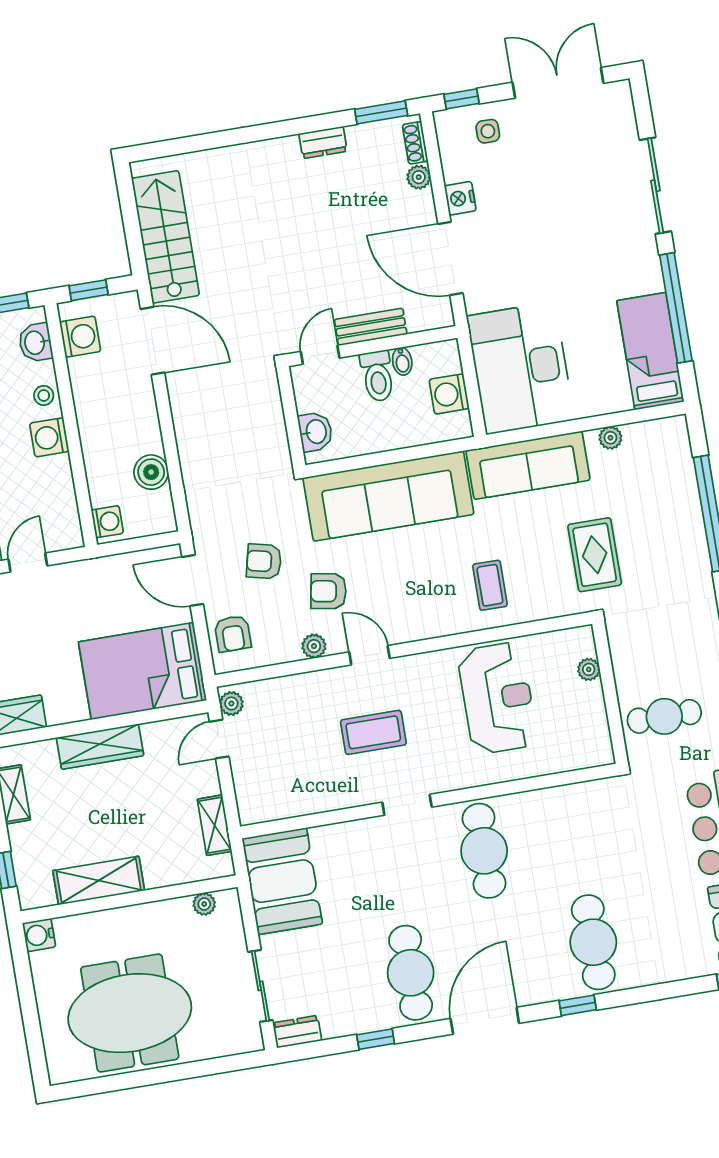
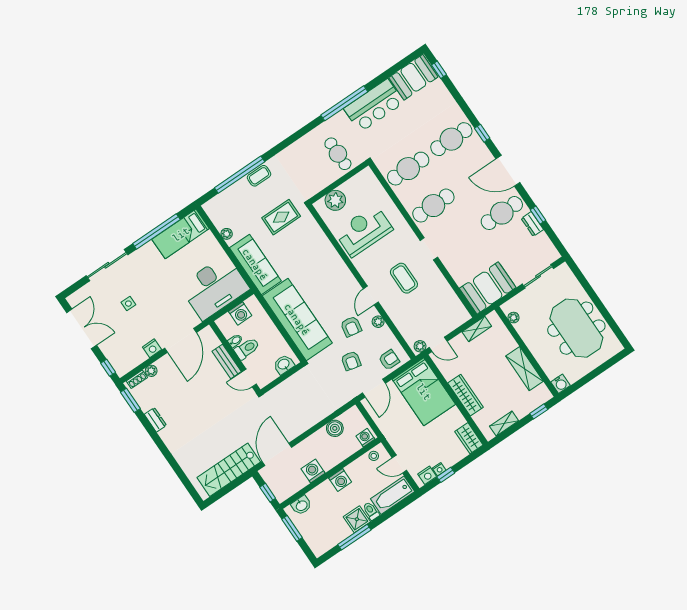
double door: (558, 83) -> (82, 329), swing flipped
side table: (488, 131) -> (128, 304), moved
washing machine: (80, 337) -> (313, 471), moved
stool: (44, 396) -> (374, 456), moved
coffee table: (490, 585) -> (259, 176), moved
plant: (589, 669) -> (335, 200), width x1.88, depth x1.88
cafe table: (575, 835) -> (408, 169), added
dresser: (297, 1032) -> (532, 224), moved

